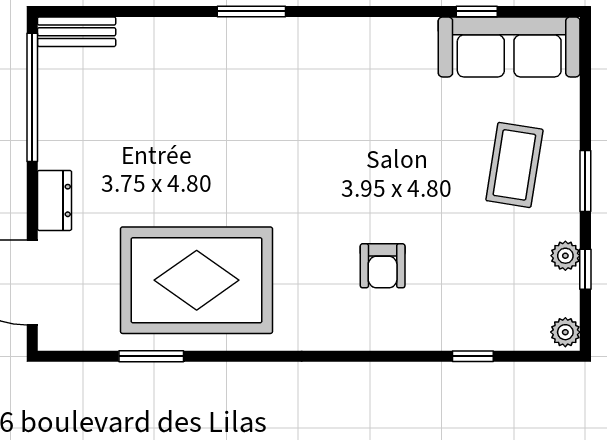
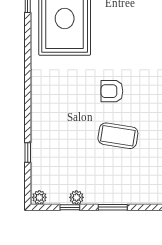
coffee table: (514, 165) -> (118, 136), moved
armchair: (383, 266) -> (112, 91), moved

